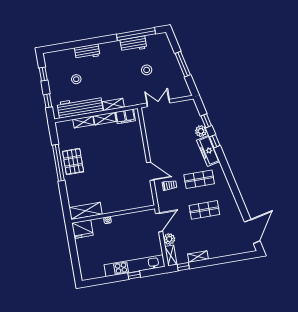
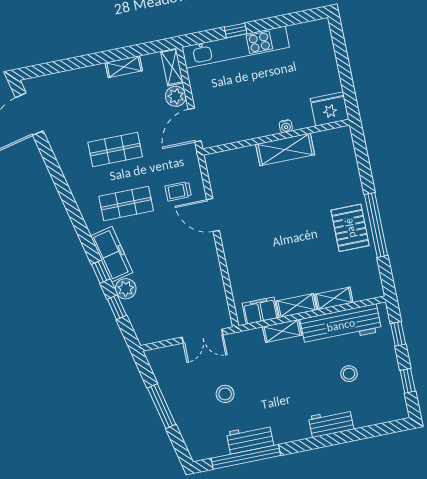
shelving: (86, 211) -> (285, 149), moved
window: (183, 267) -> (149, 48), removed

